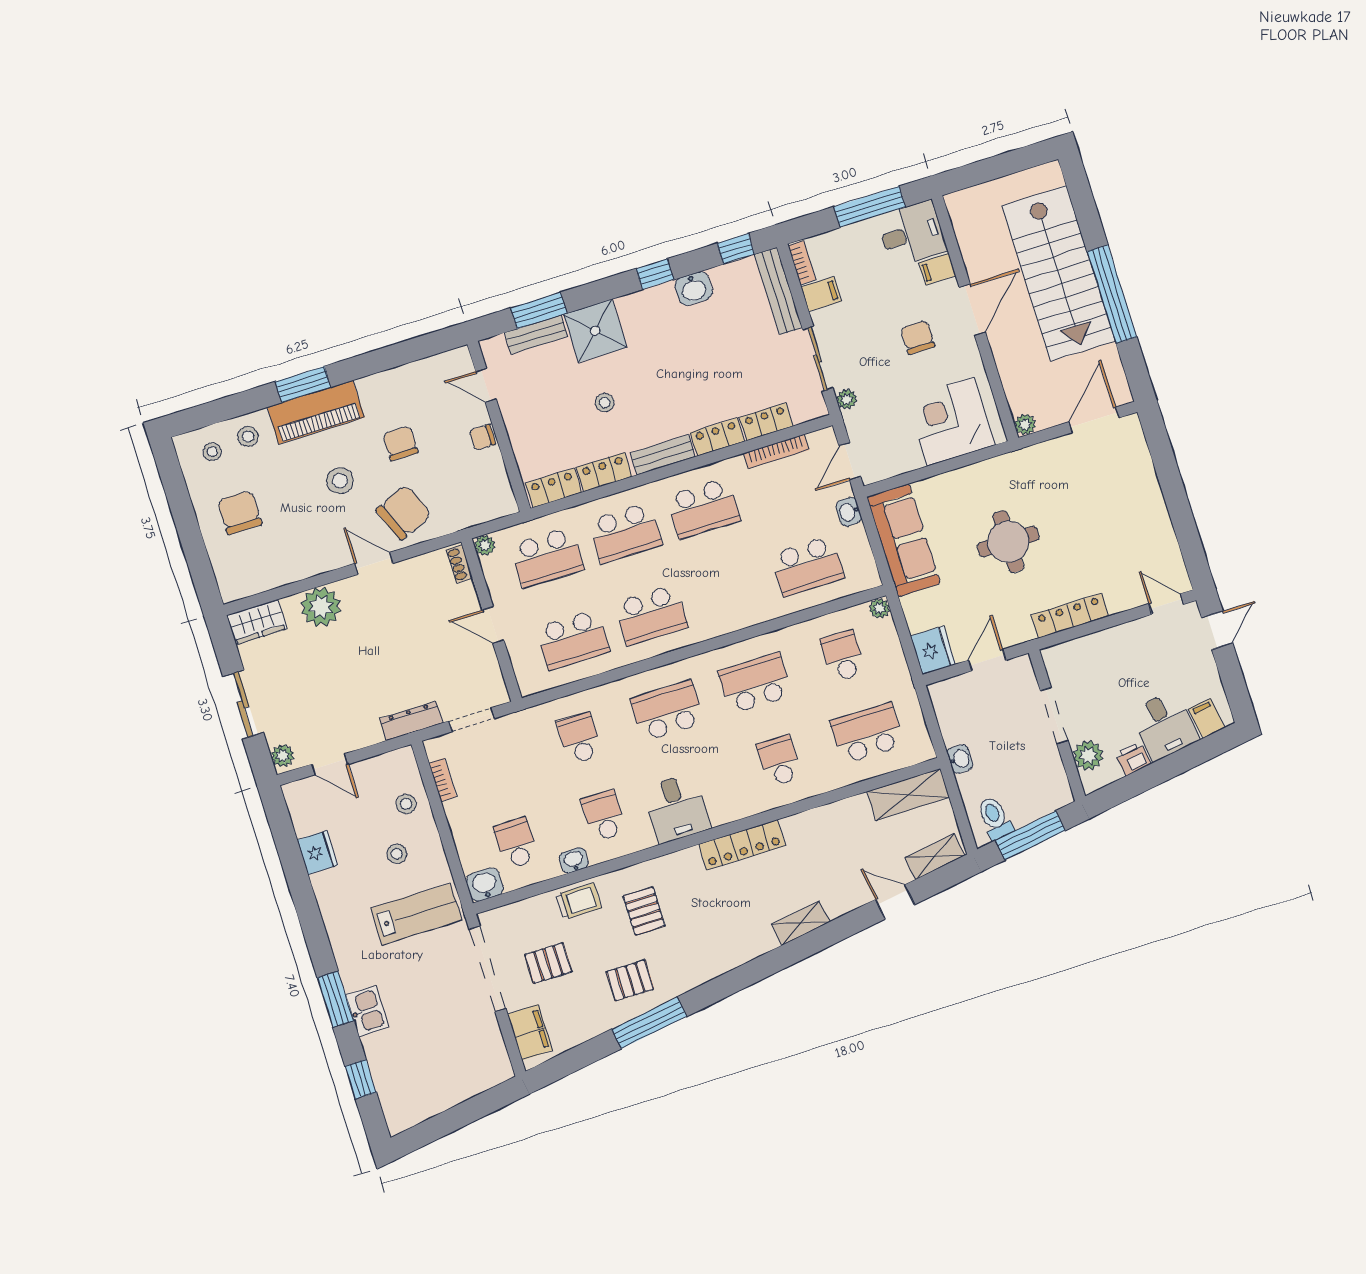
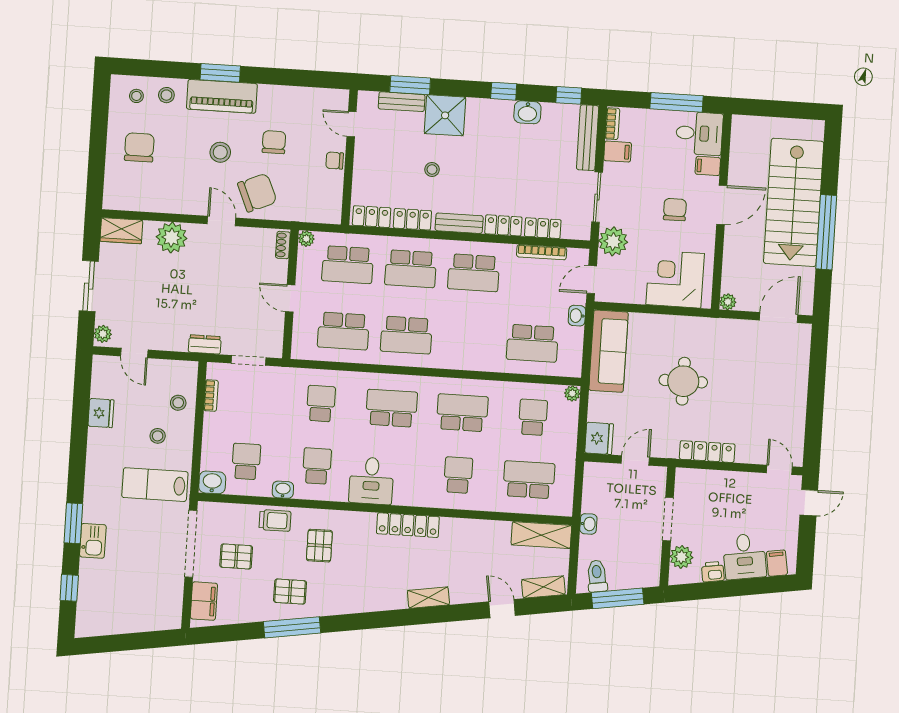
plant: (847, 399) -> (613, 241), width x1.88, depth x1.88
dresser: (411, 721) -> (205, 344), width x0.70
lab bench: (416, 914) -> (155, 485), turned 180

